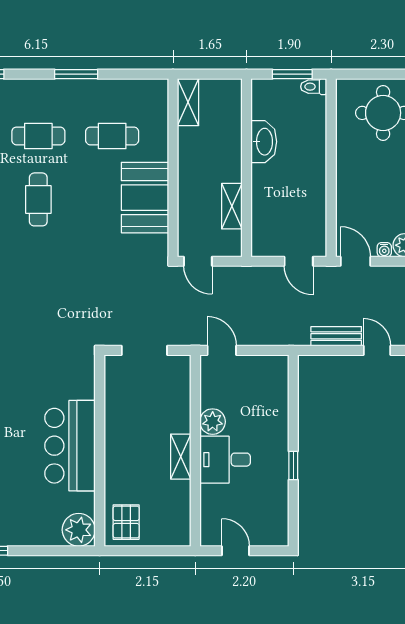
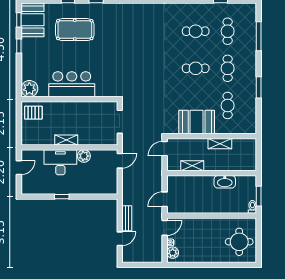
shelving: (188, 102) -> (220, 144), moved
desk: (225, 460) -> (60, 162), width x1.37

